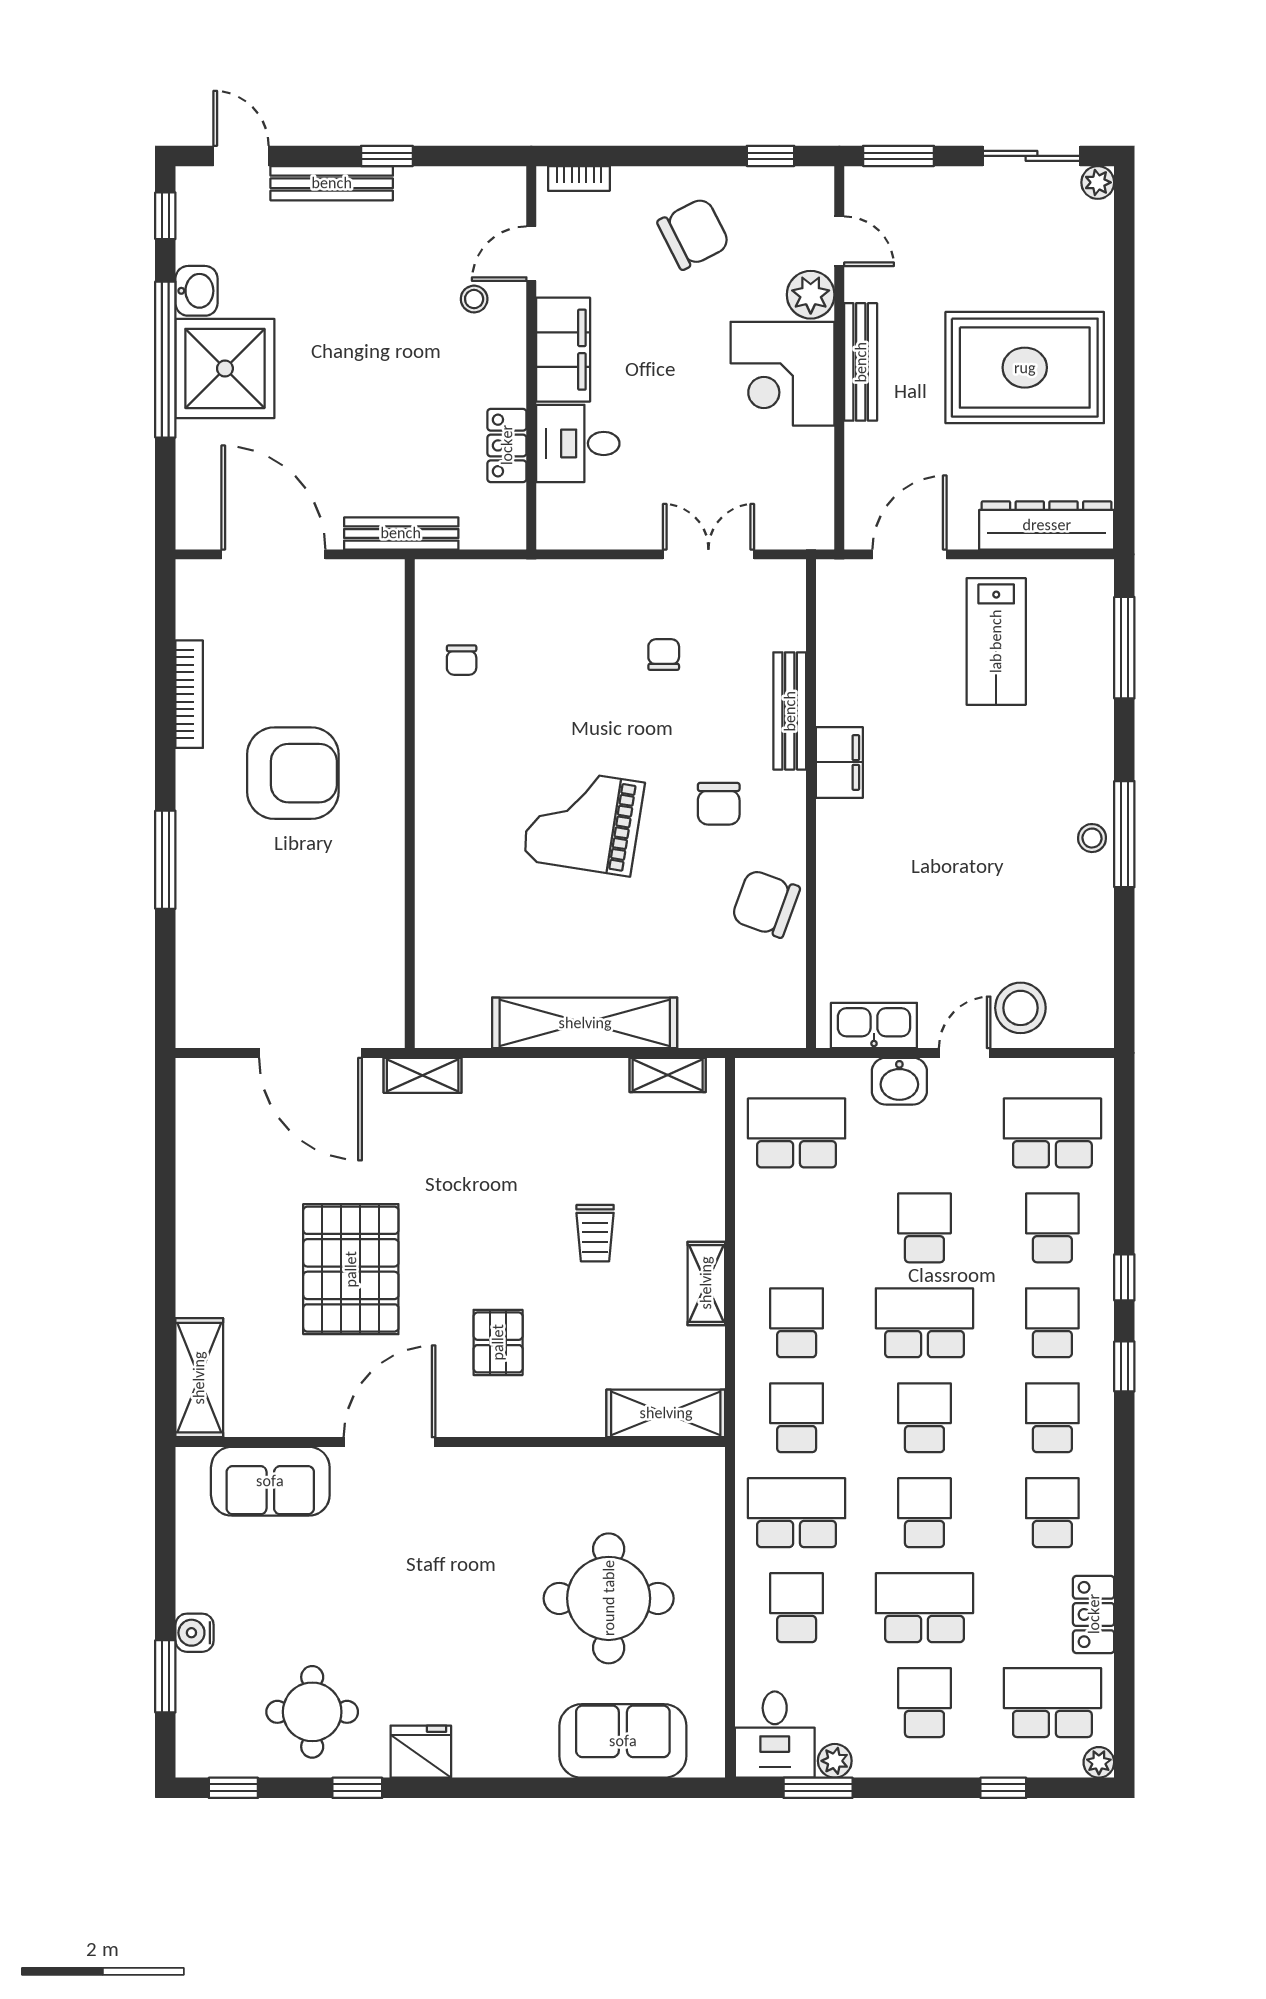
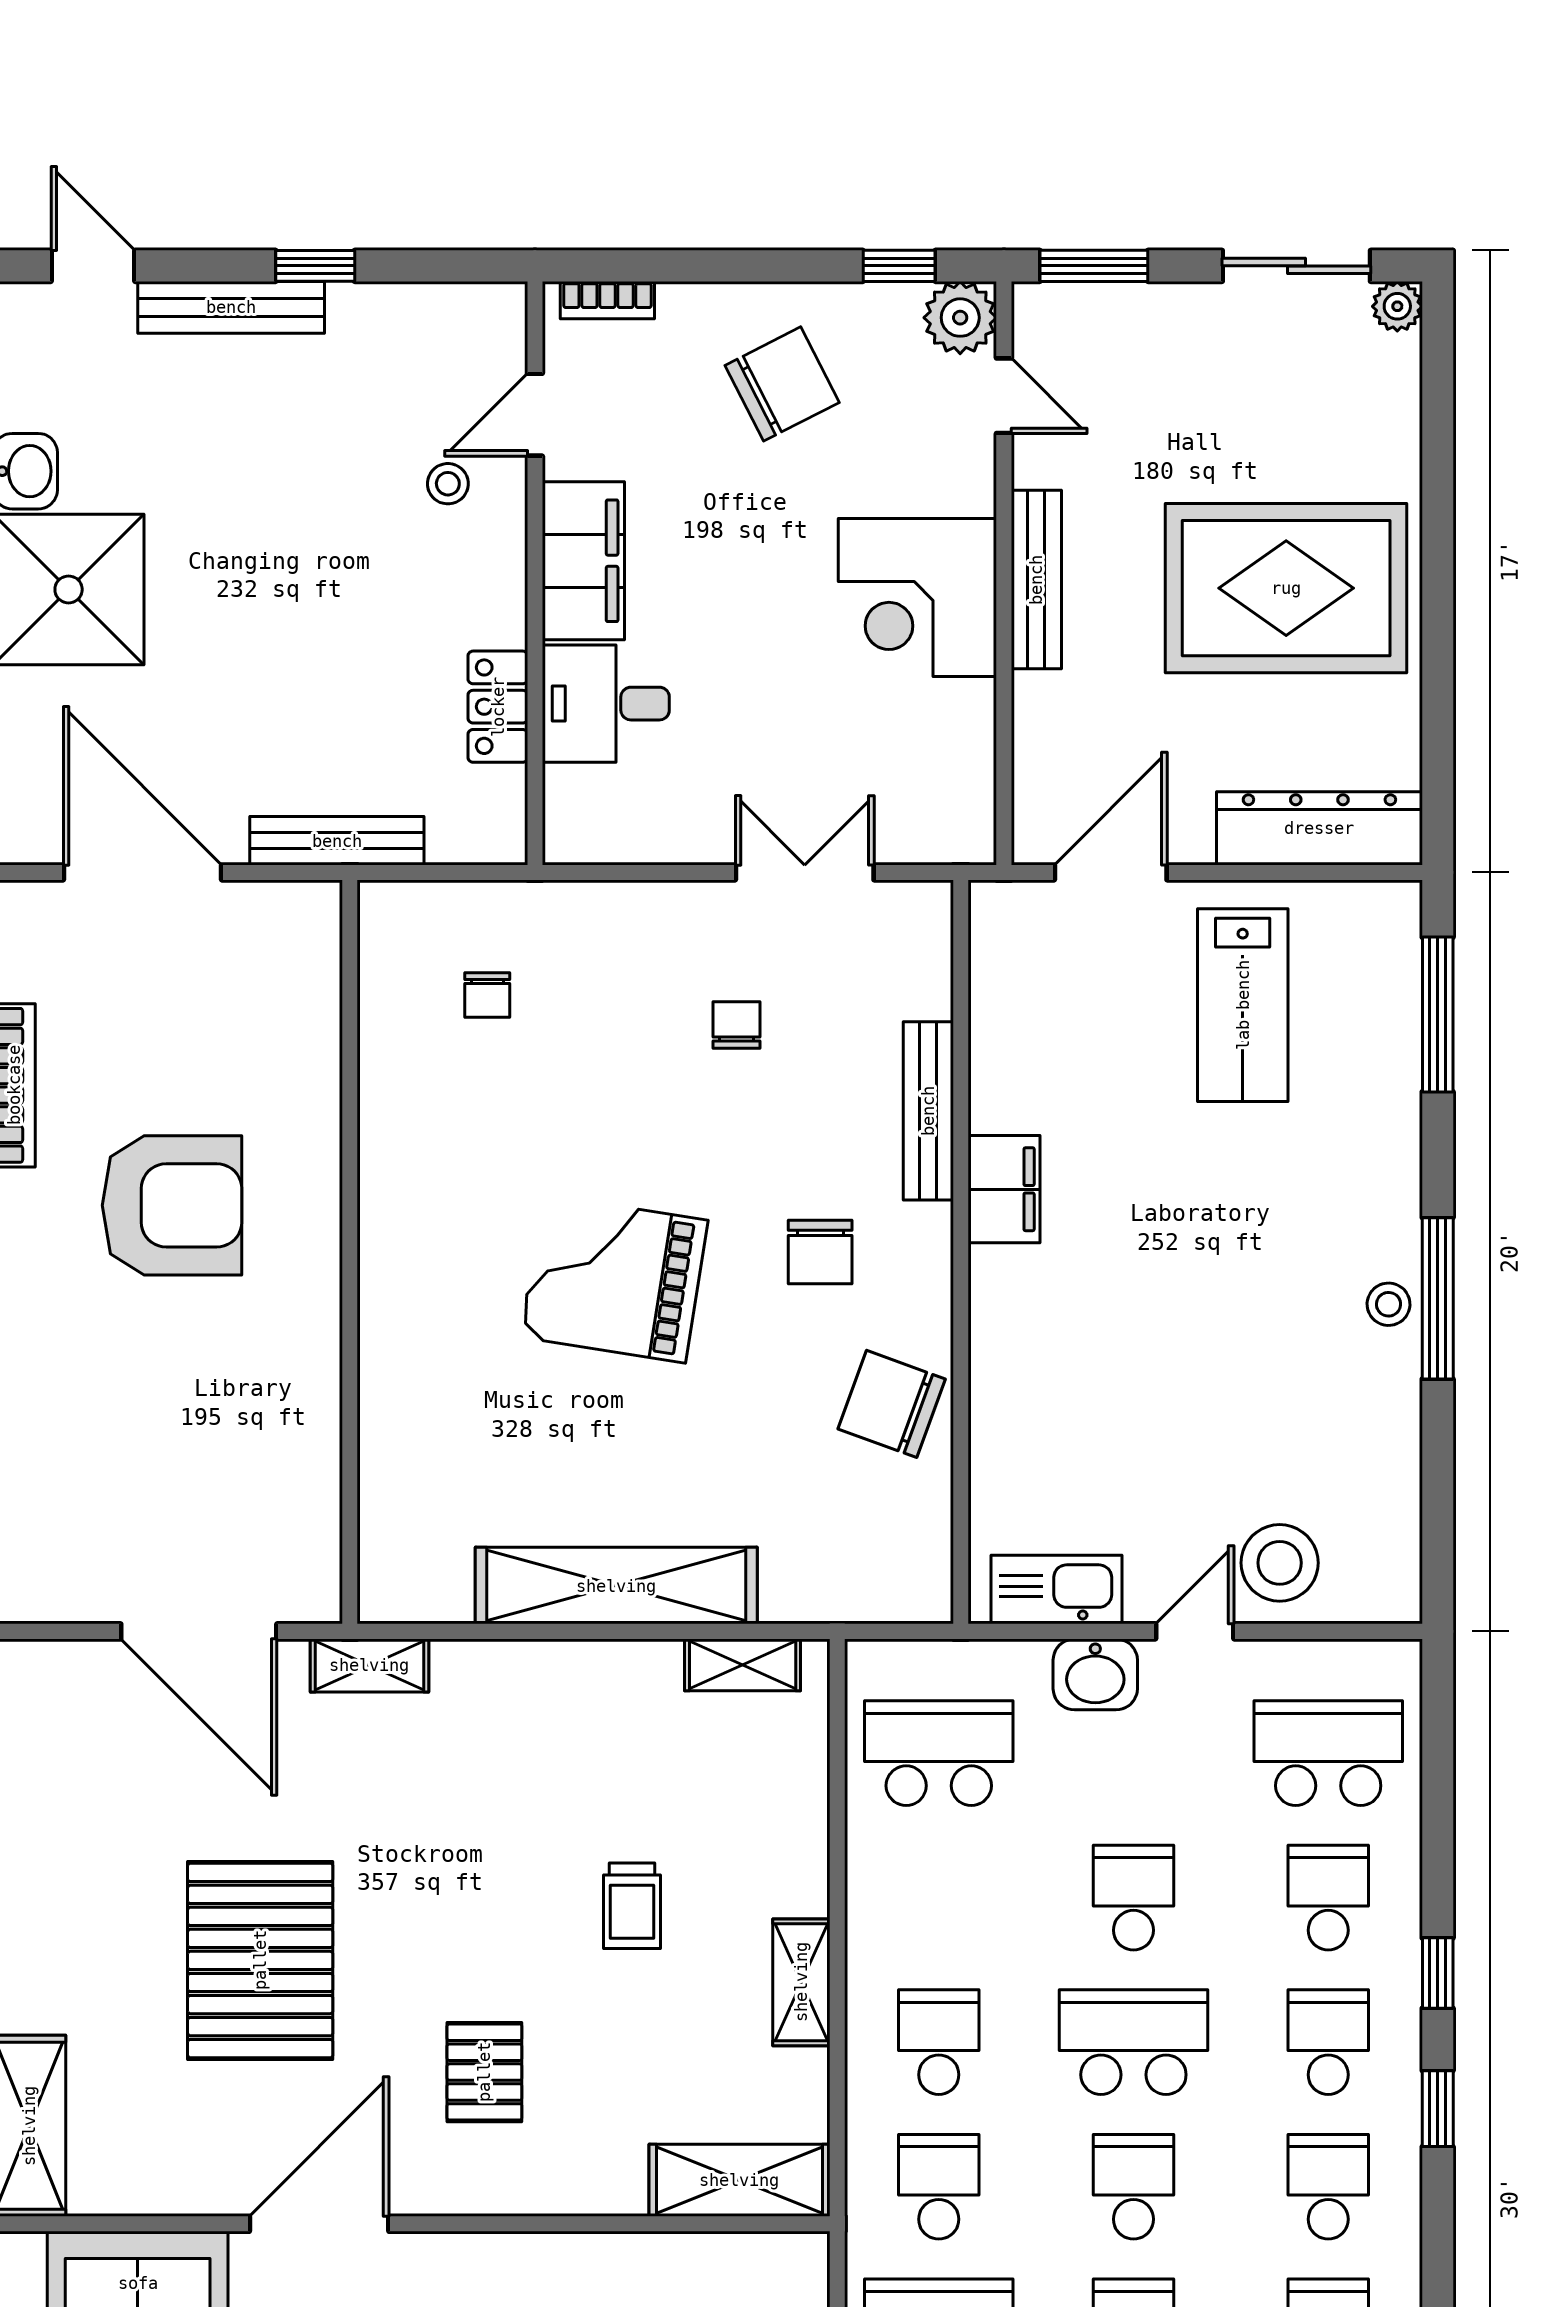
plant: (811, 295) -> (960, 318), moved
chair: (462, 660) -> (487, 995), moved

